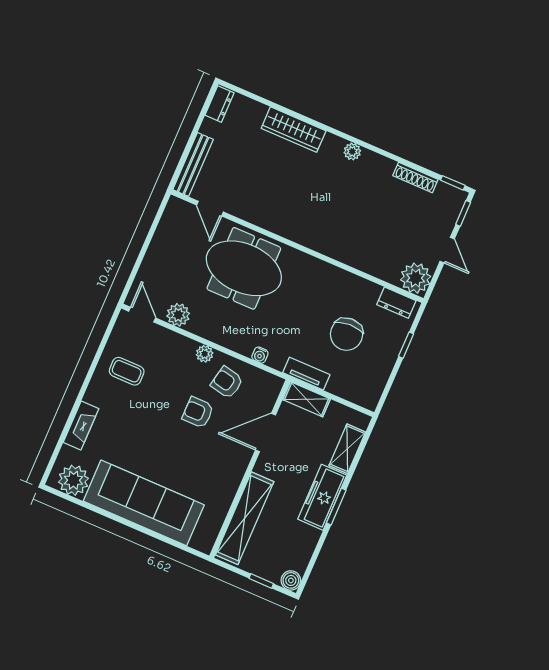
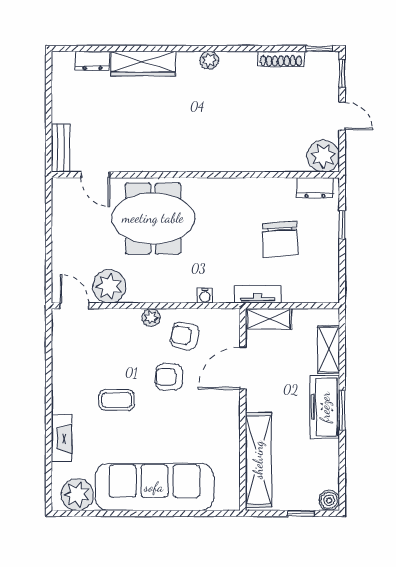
dresser: (219, 104) -> (92, 61), moved, turned 90
bench: (193, 164) -> (61, 148), width x0.73
plant: (178, 315) -> (109, 286), width x1.36, depth x1.36
coffee table: (127, 371) -> (117, 400), moved

